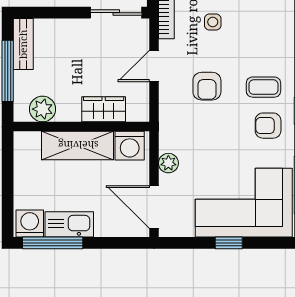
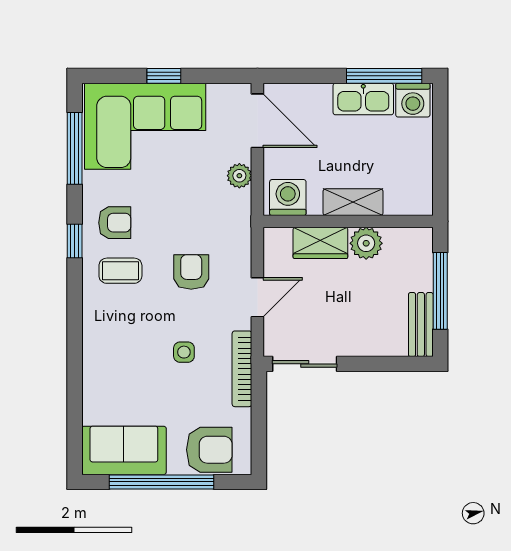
plant: (43, 109) -> (366, 243), moved
shelving: (78, 145) -> (353, 202), width x0.67, depth x0.75

